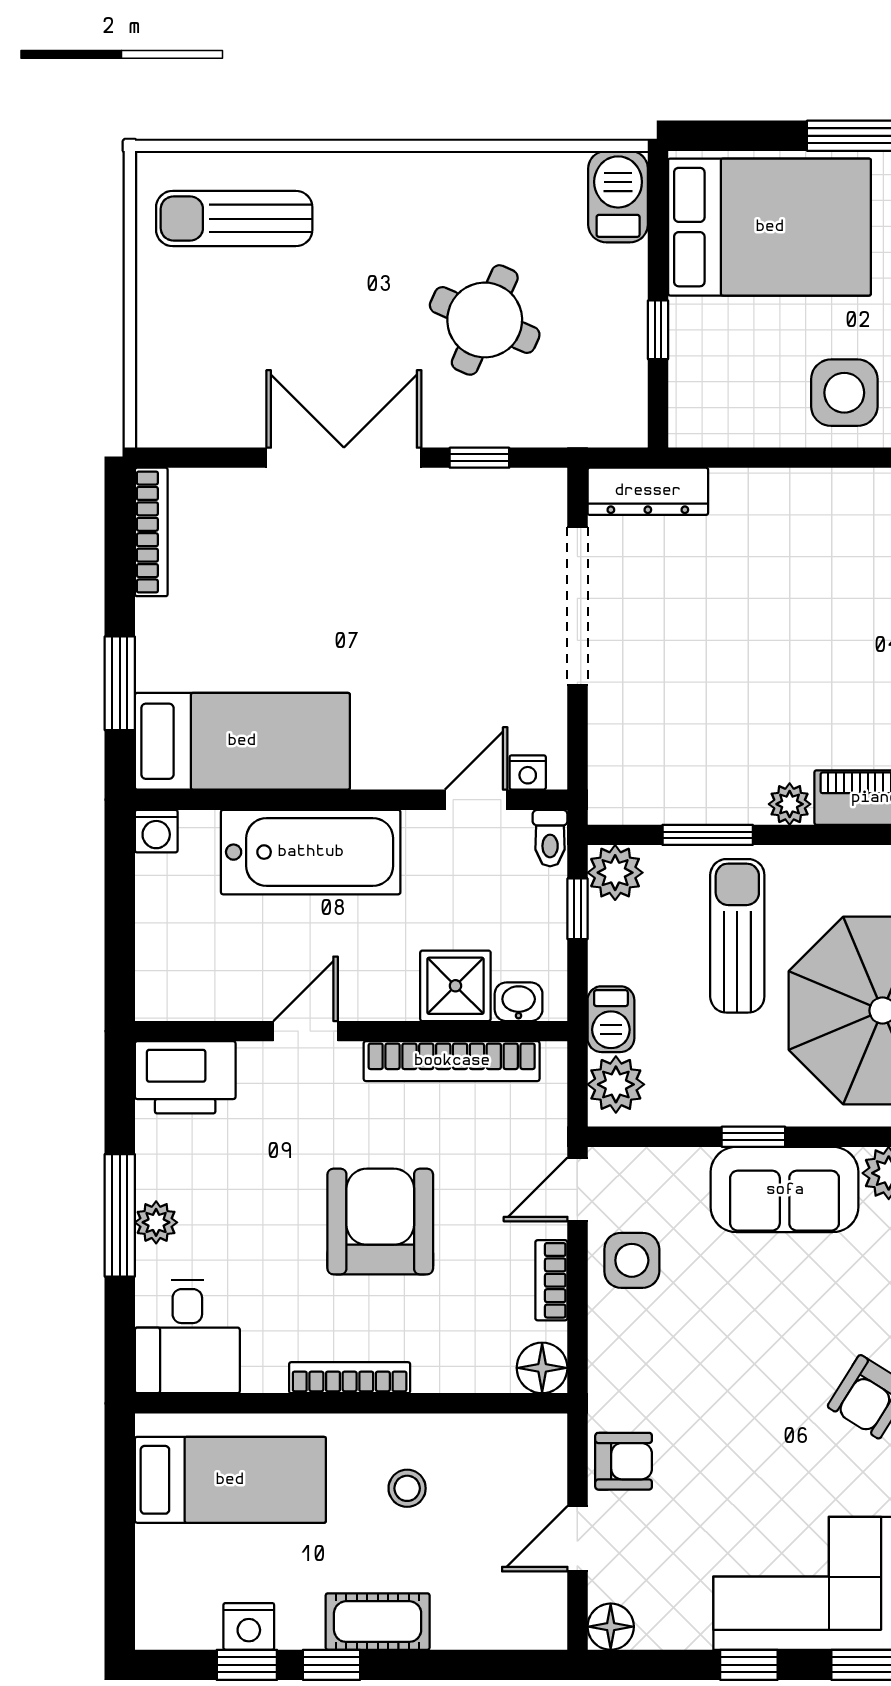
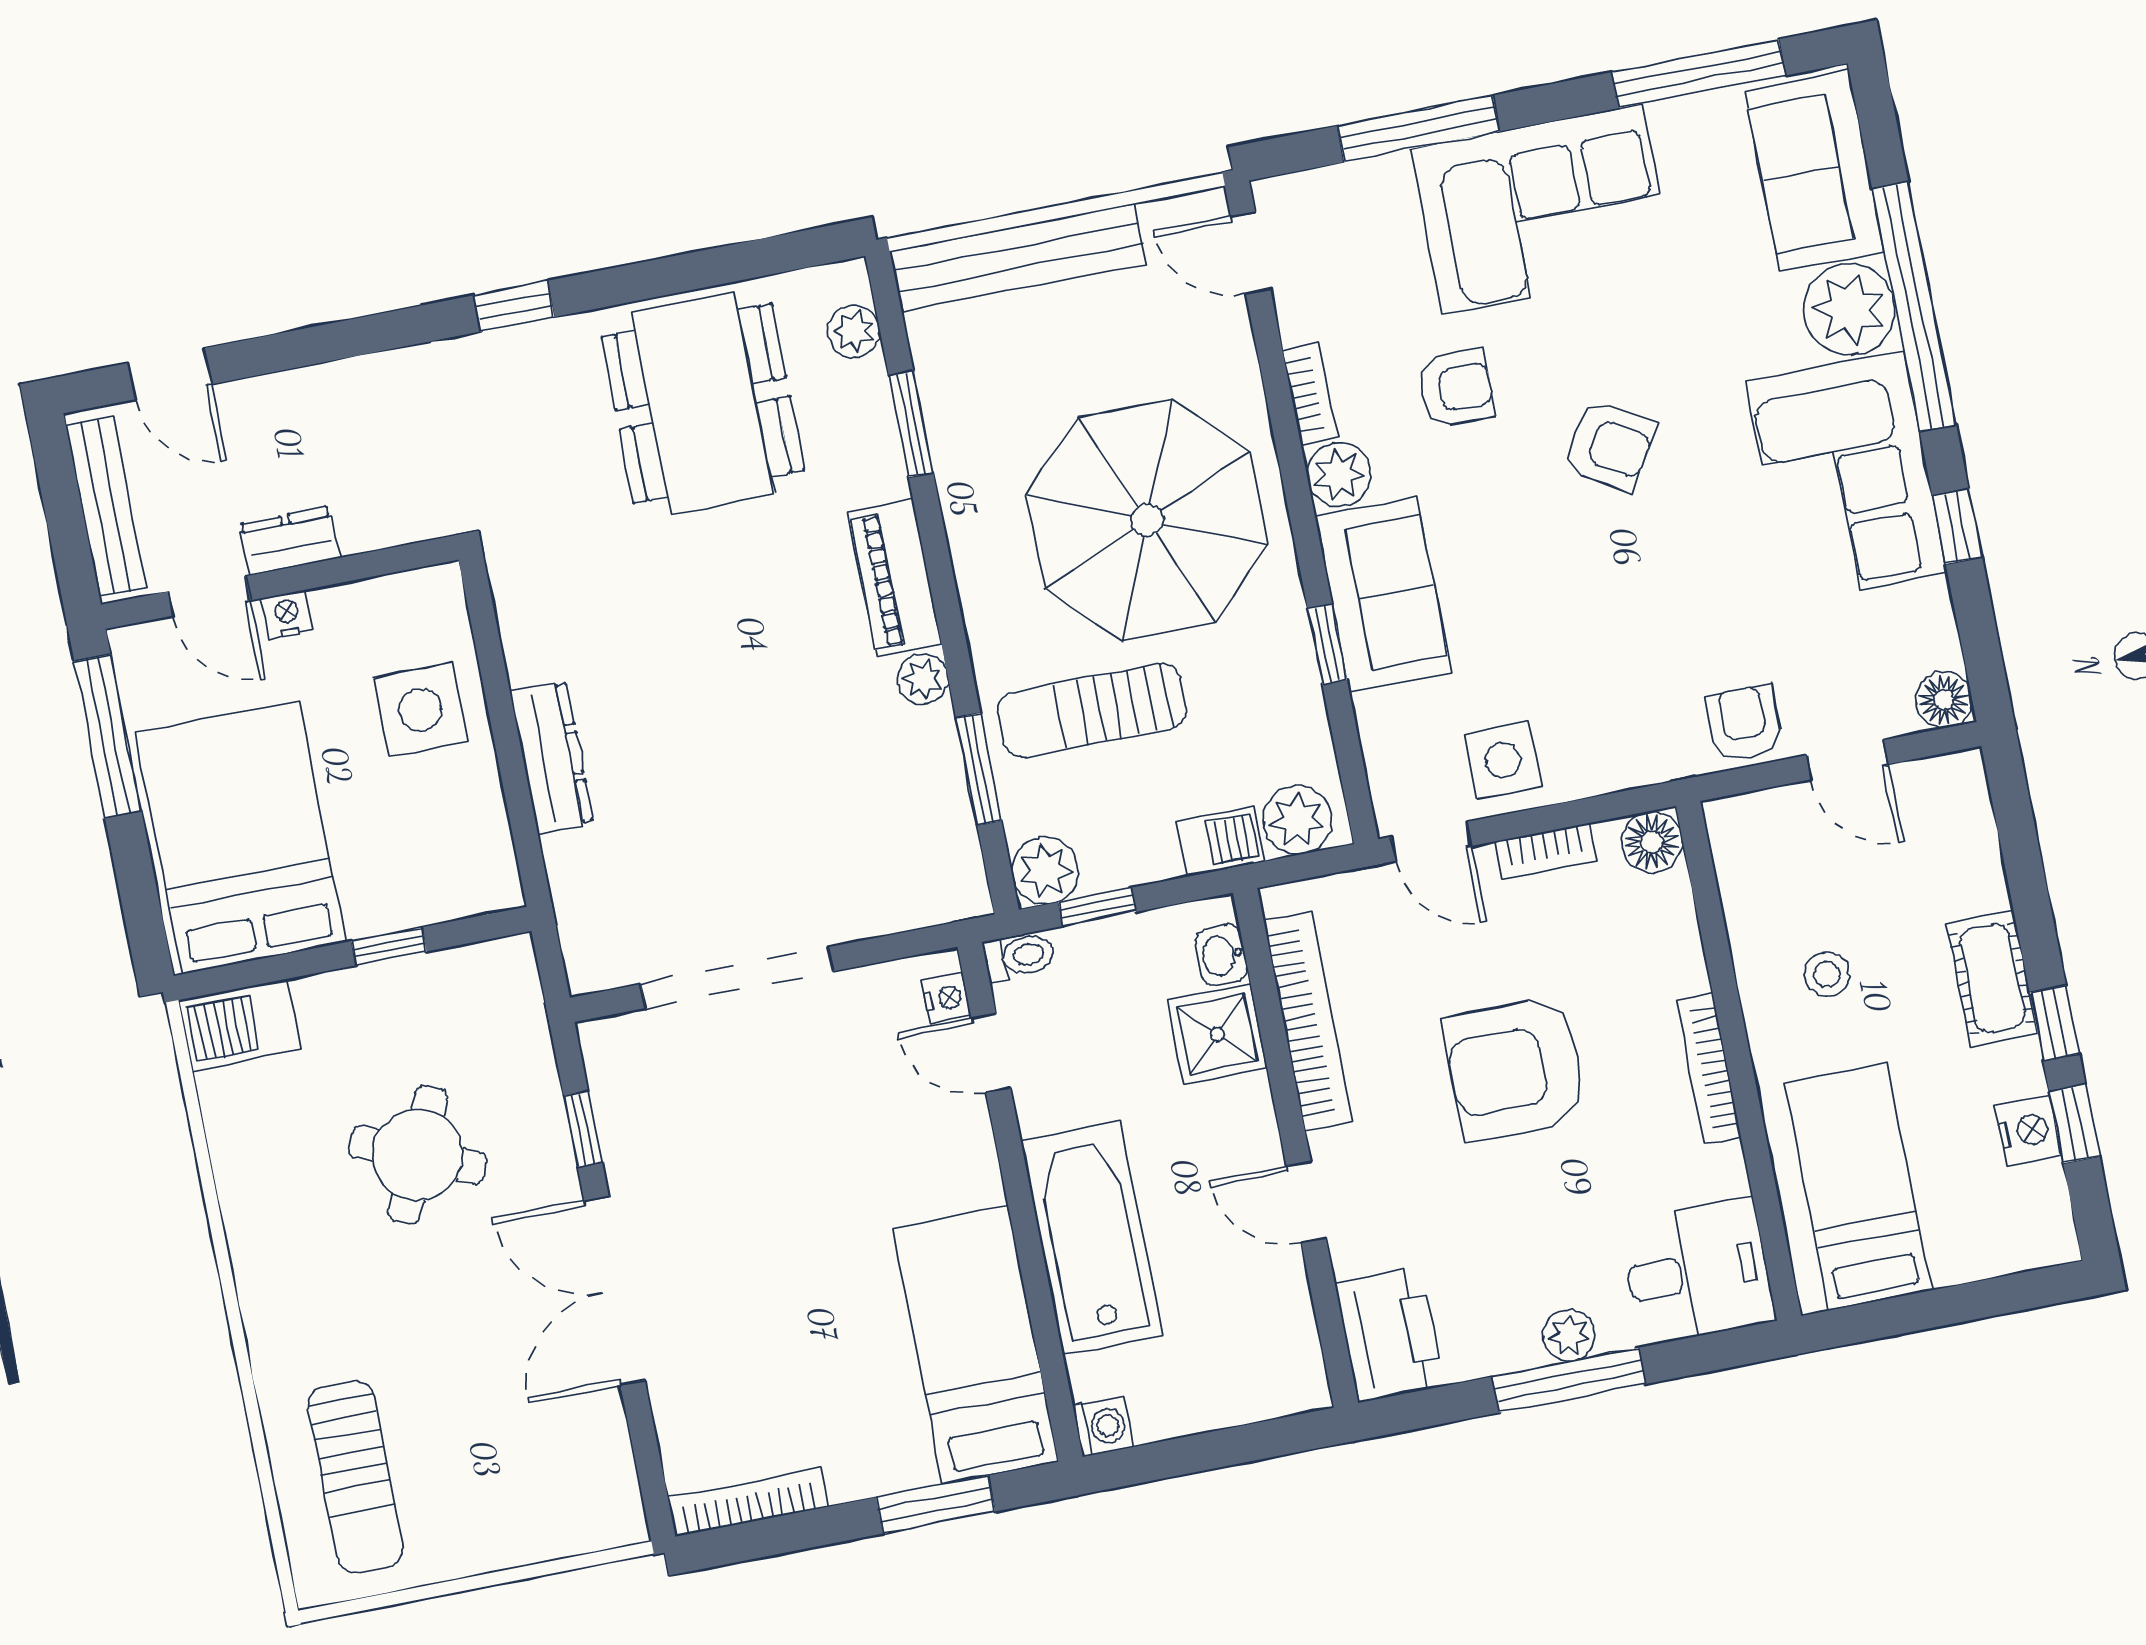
dresser: (648, 491) -> (552, 757), moved

